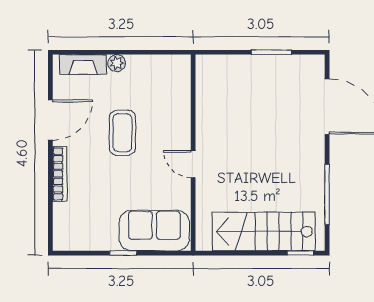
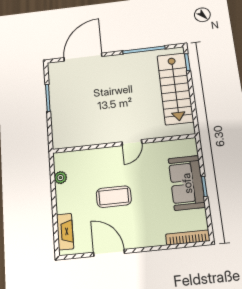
plant: (117, 63) -> (60, 178), moved
bookcase: (60, 174) -> (188, 238), moved
sofa: (154, 231) -> (187, 183), moved

